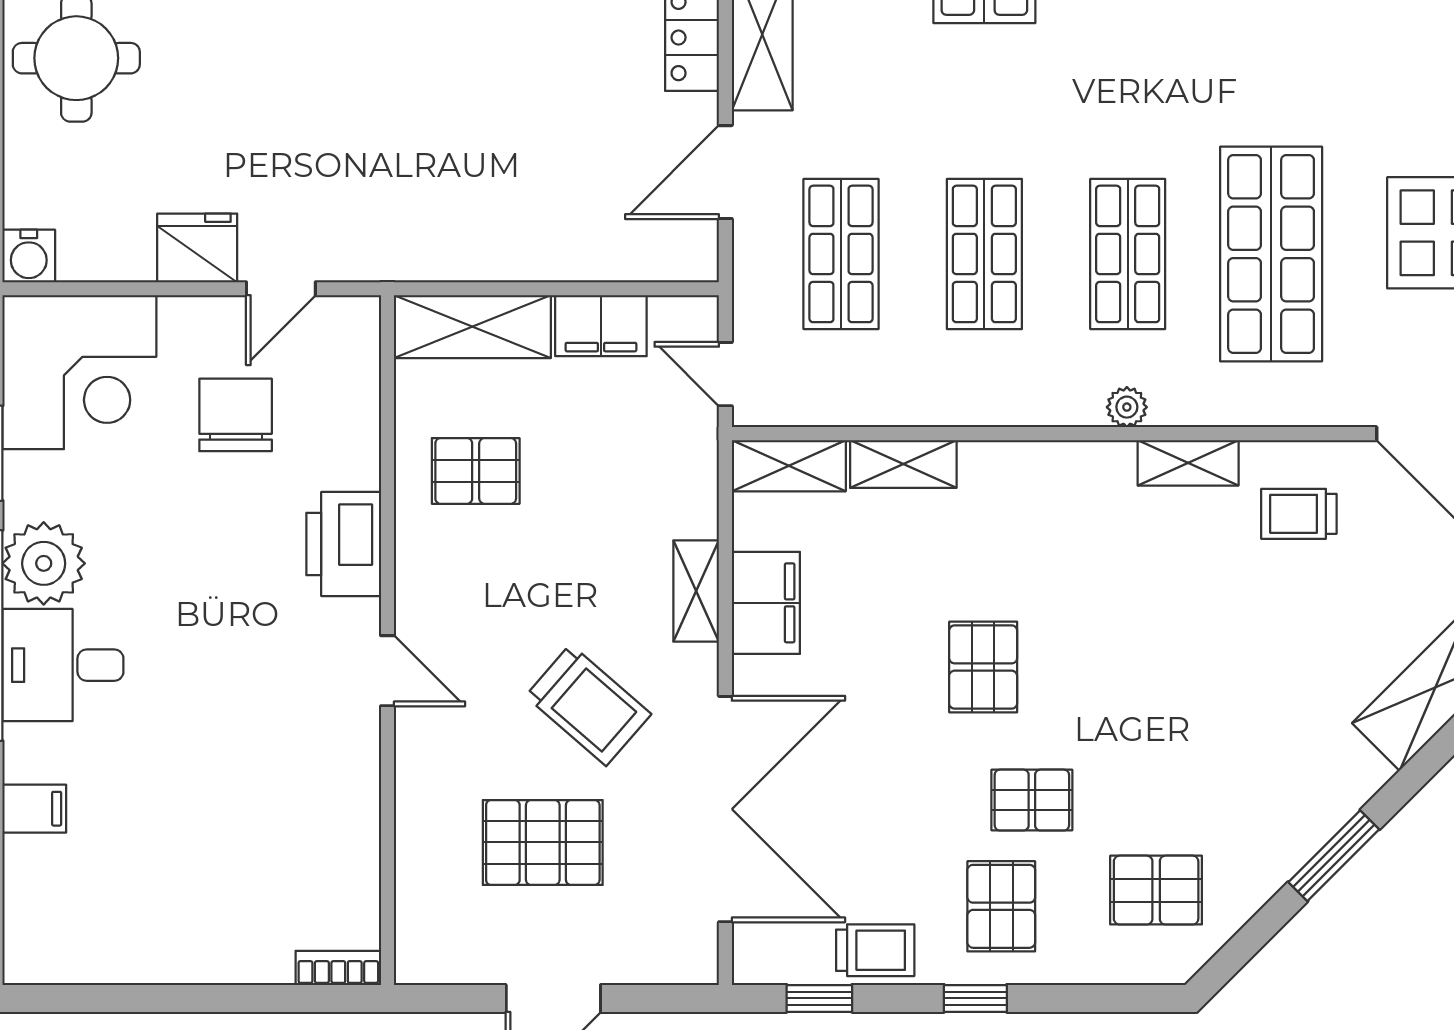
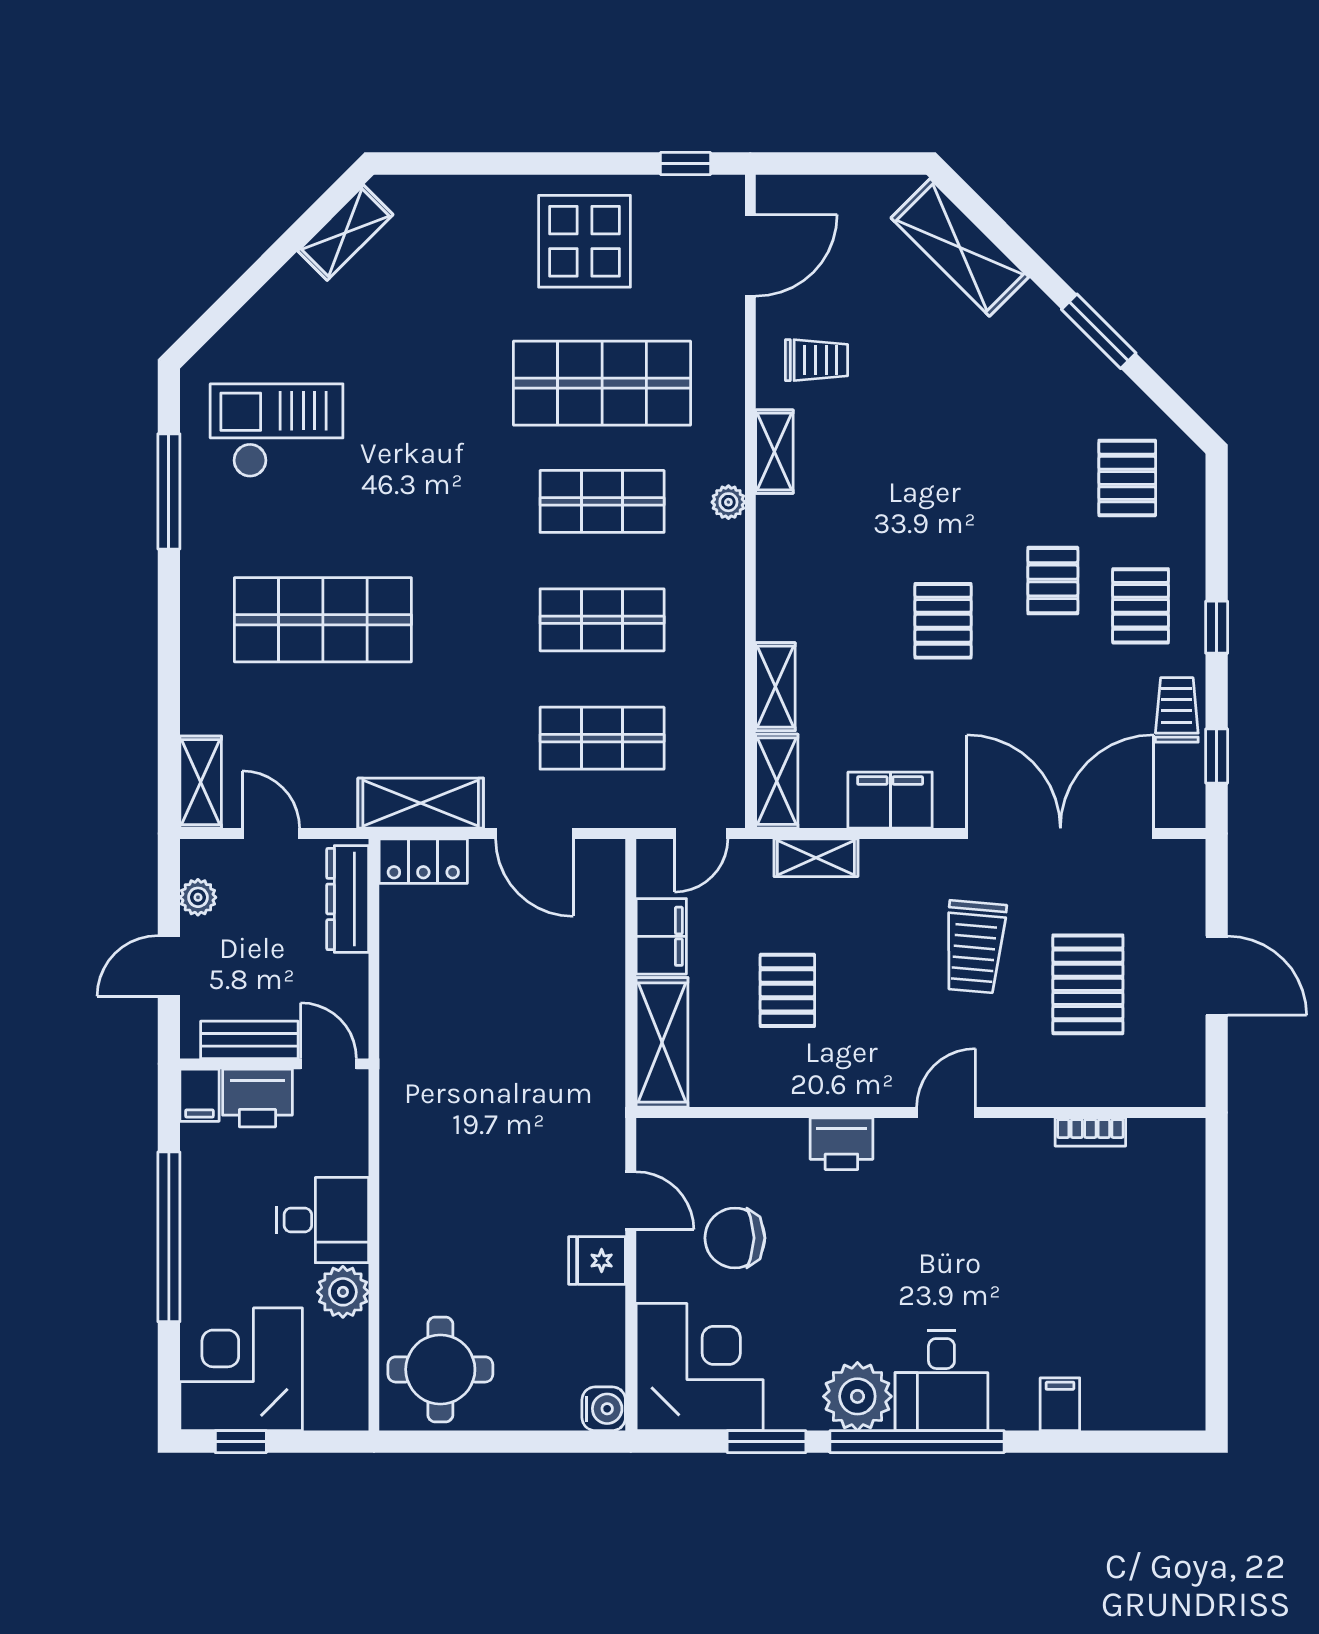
fridge: (197, 248) -> (597, 1261), width x0.72
pallet: (476, 471) -> (787, 990), moved
trolley: (1299, 514) -> (817, 360), turned -90
printer: (344, 544) -> (841, 1144), width x0.73, depth x0.84
shelving: (696, 591) -> (816, 858), moved
pallet: (983, 667) -> (943, 621), turned 90
trolley: (588, 705) -> (974, 947), turned 144
pallet: (1001, 906) -> (1141, 606), turned 90
bookcase: (338, 968) -> (1090, 1132), moved, turned -90

